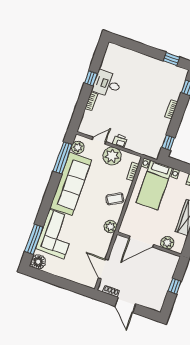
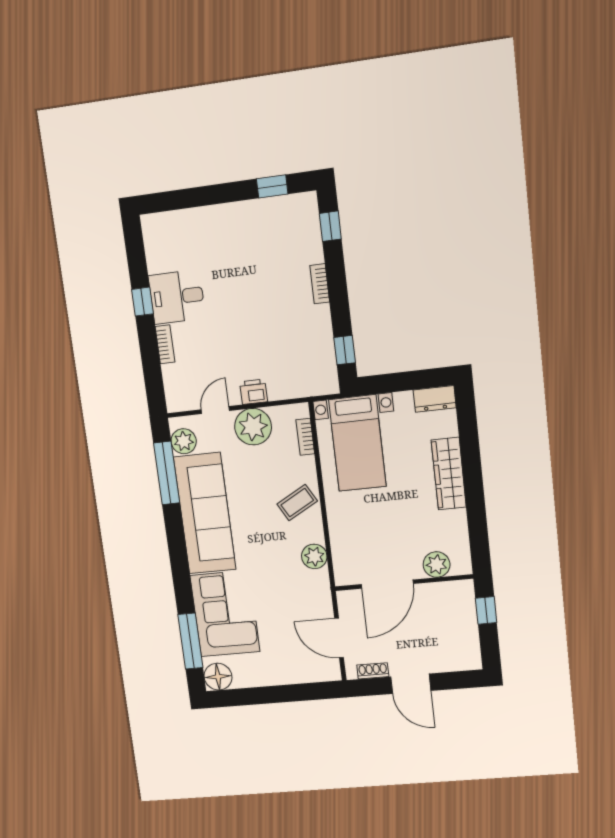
door: (141, 242) -> (387, 584), moved
plant: (167, 243) -> (437, 565), moved
wall: (149, 244) -> (404, 583), moved

